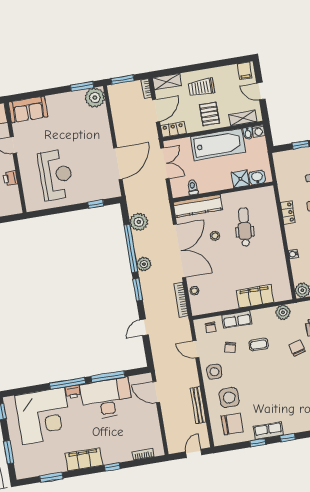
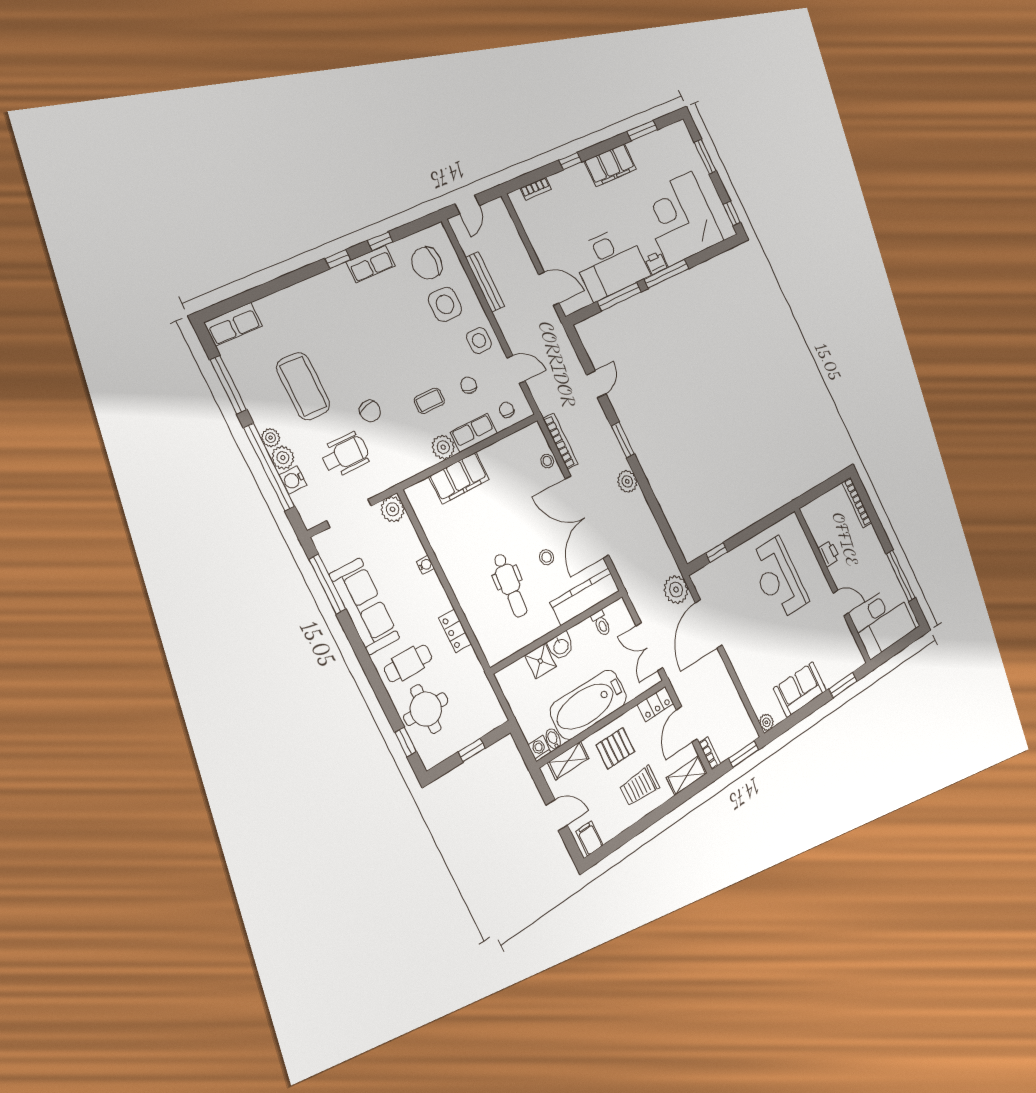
window: (82, 86) -> (843, 685), moved
trolley: (201, 87) -> (639, 786), turned 180
plant: (95, 98) -> (766, 722), width x0.53, depth x0.53
sofa: (28, 109) -> (800, 689), moved
pallet: (210, 114) -> (615, 748), turned 90
washbasin: (257, 177) -> (561, 646), moved
plant: (139, 222) -> (676, 590), moved
window: (131, 248) -> (652, 500), removed
plant: (283, 312) -> (443, 447), moved

